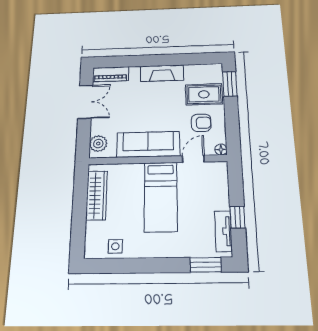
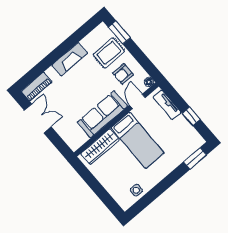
armchair: (201, 123) -> (123, 74), turned 180
plant: (98, 144) -> (71, 139), removed
wardrobe: (97, 195) -> (100, 147), moved, turned 90
tv unit: (223, 231) -> (167, 105), moved

